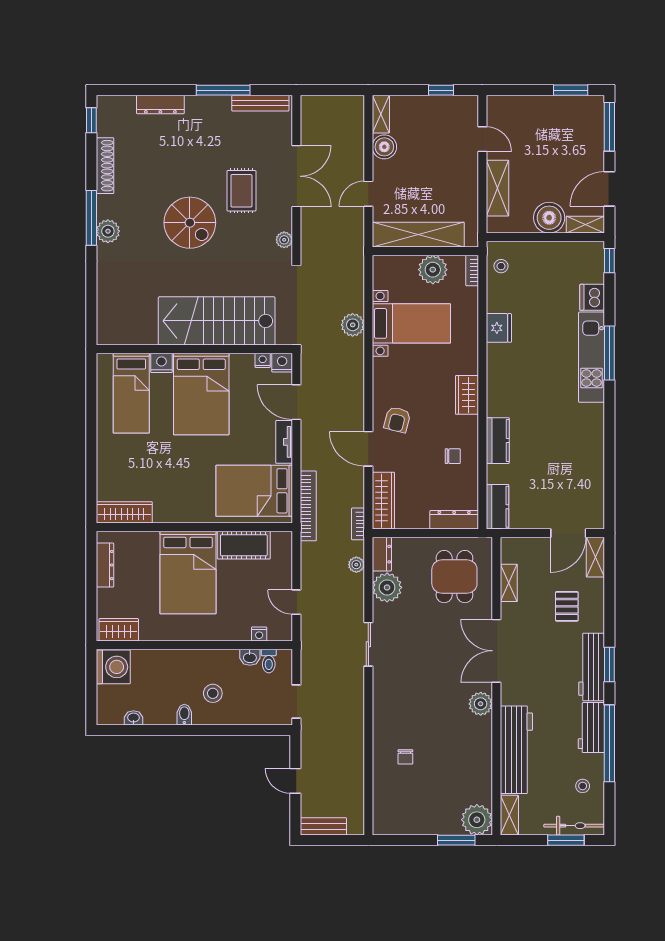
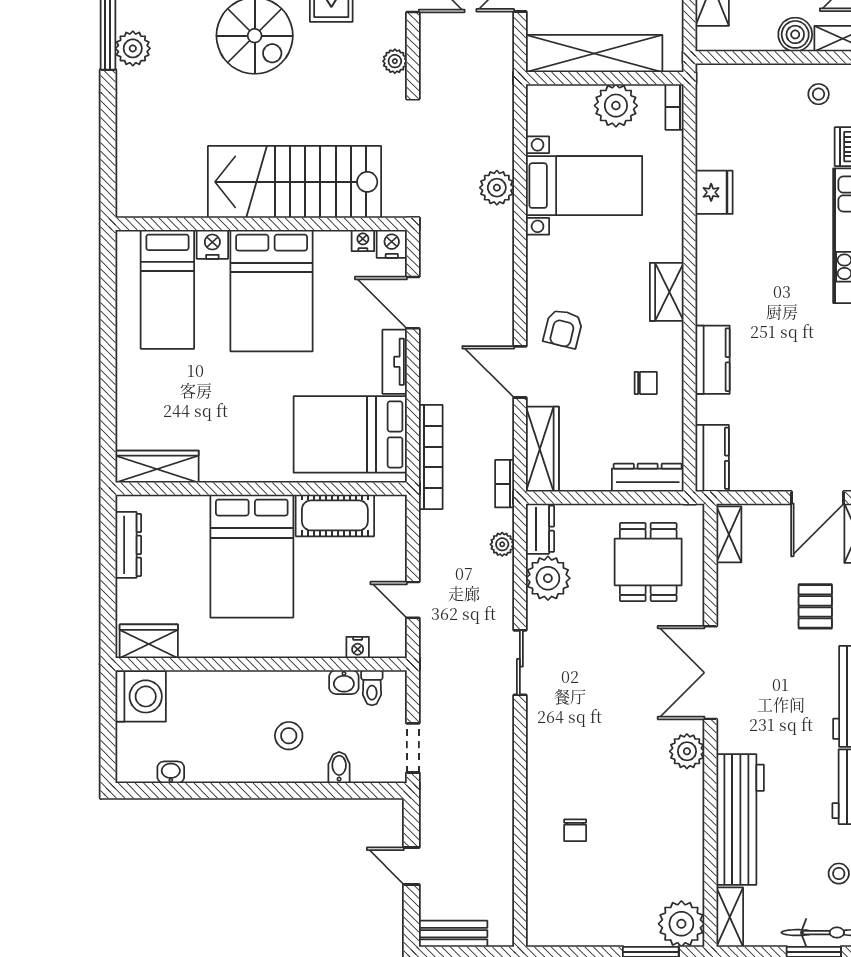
boiler: (549, 218) -> (795, 34), width x0.73, depth x0.73
stool: (501, 266) -> (819, 94), moved
shelving: (509, 583) -> (729, 534), moved
bidet: (184, 715) -> (339, 768), moved

